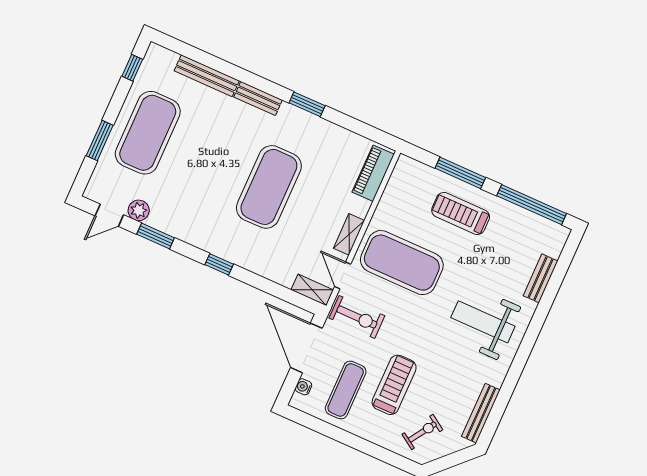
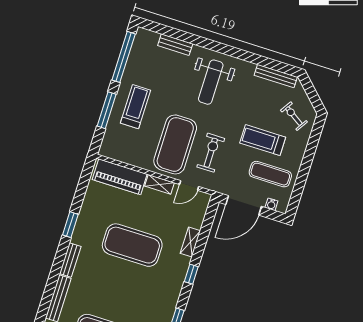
piano: (373, 173) -> (120, 177), width x1.37, depth x1.33
treadmill: (461, 213) -> (136, 107), turned 180
shelving: (312, 290) -> (190, 242), moved
exercise bike: (357, 317) -> (211, 153), moved

